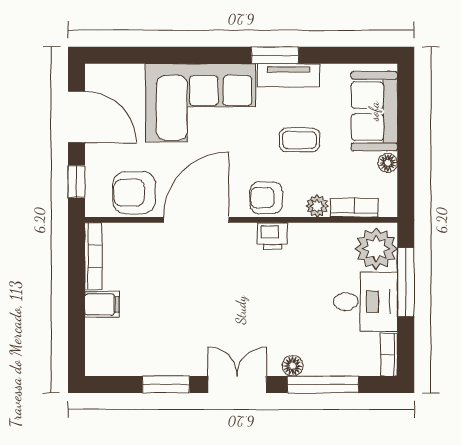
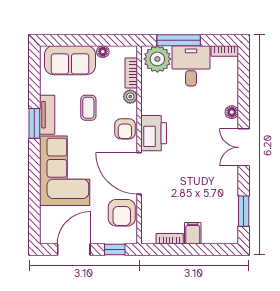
printer: (272, 236) -> (154, 133), width x1.87, depth x1.48
bookcase: (93, 256) -> (170, 239), width x0.64
window: (166, 384) -> (244, 211), moved
window: (323, 384) -> (244, 93), removed

